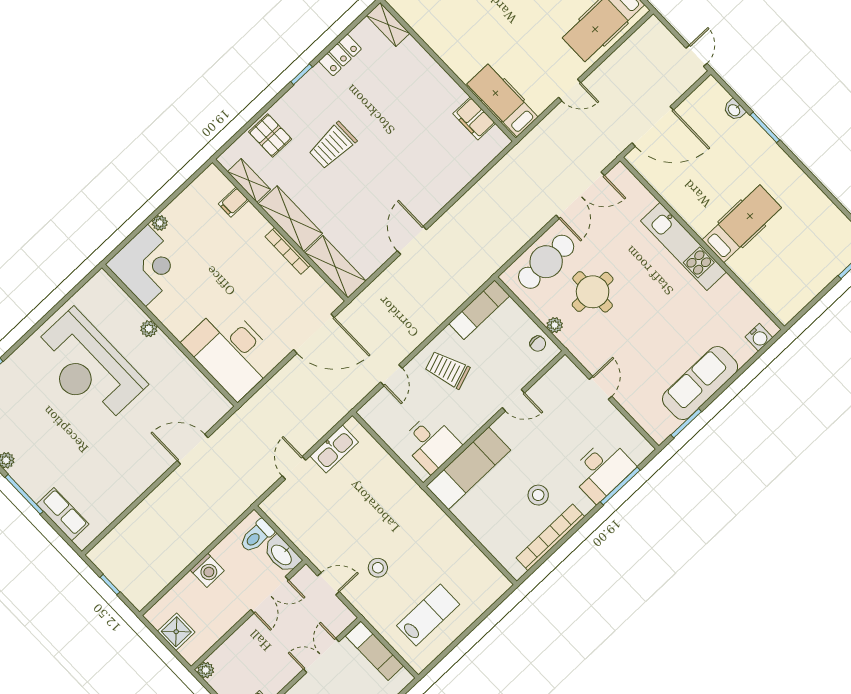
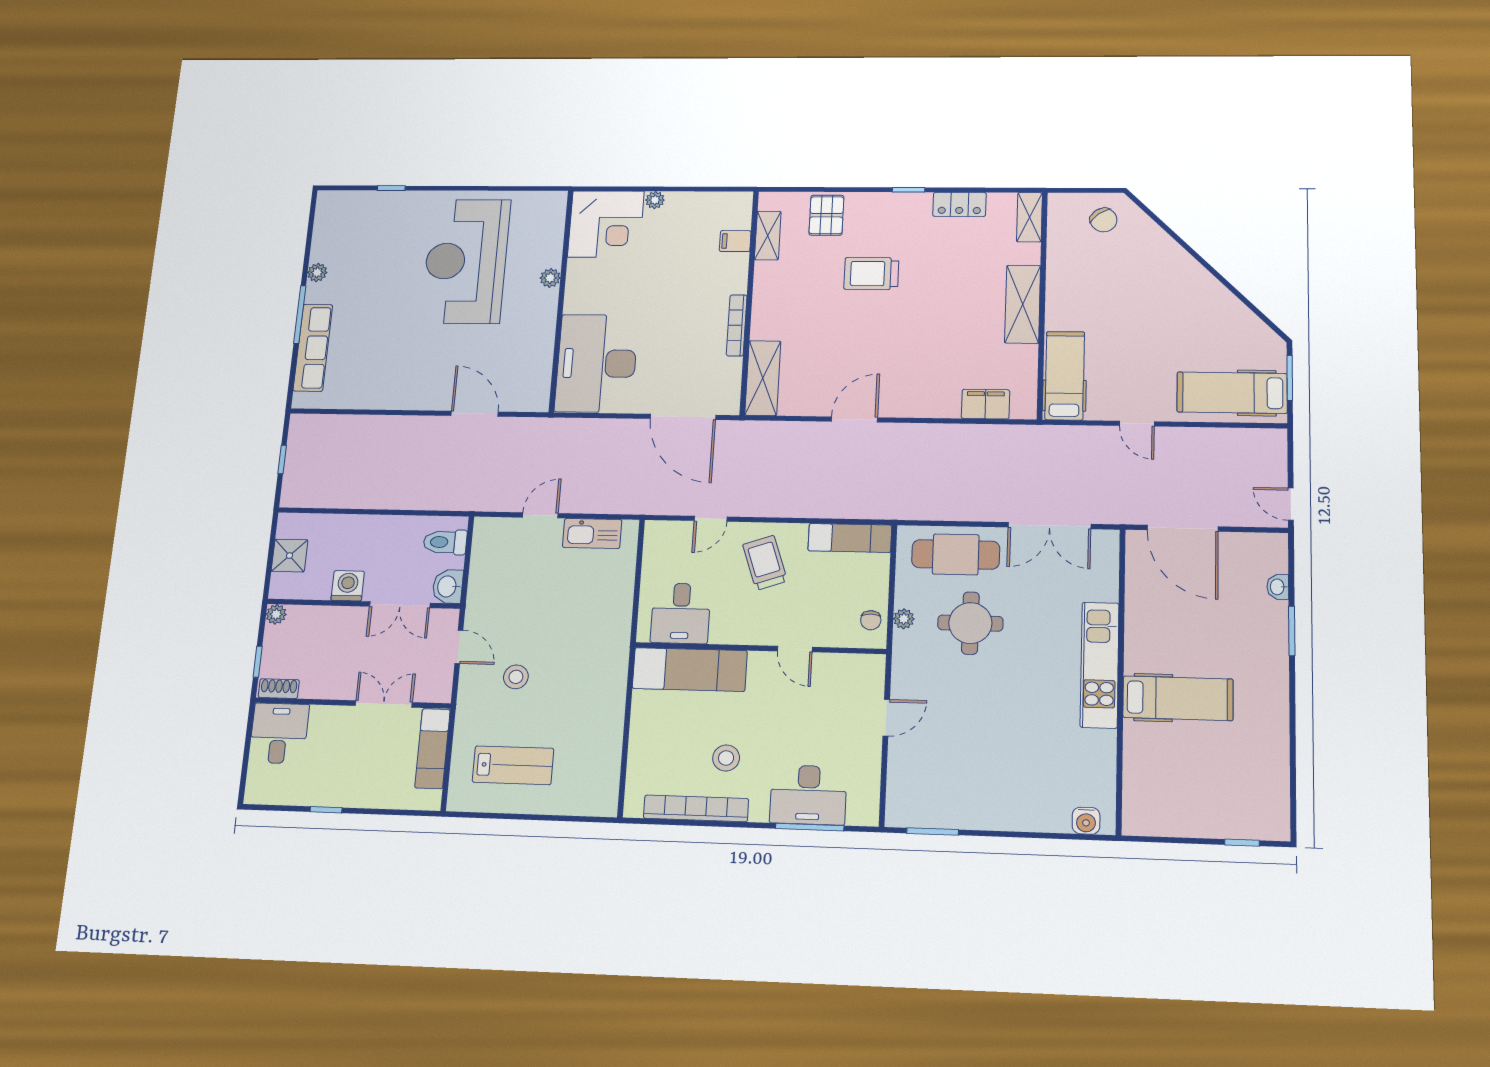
door: (697, 56) -> (1291, 504), swing flipped
filing cabinet: (474, 119) -> (986, 404), moved, turned 90
shelving: (290, 219) -> (1023, 304), moved
sofa: (700, 383) -> (985, 807), removed
row of seats: (63, 514) -> (313, 348), width x1.48
washbasin: (282, 554) -> (448, 586), width x0.72
washing machine: (207, 570) -> (348, 586), moved, turned 180

